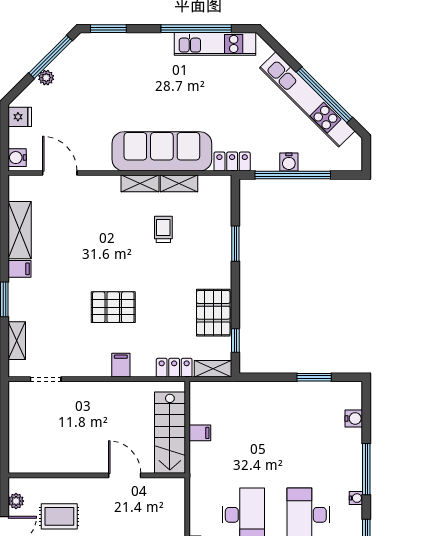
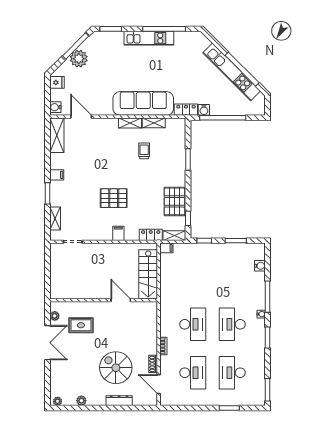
kitchen unit: (215, 44) -> (149, 38), moved
plant: (46, 78) -> (79, 59), width x1.88, depth x1.88
water cooler: (289, 162) -> (204, 110), moved
shelving: (20, 230) -> (57, 135), moved
window: (262, 377) -> (204, 241), added
filing cabinet: (200, 433) -> (166, 248), moved

